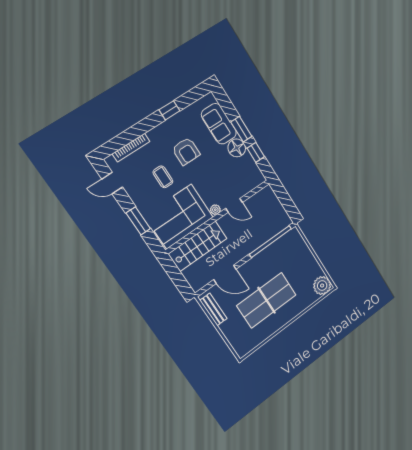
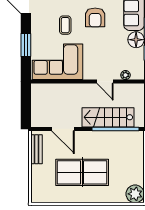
plant: (215, 210) -> (125, 75), moved
stairs: (198, 246) -> (108, 117), moved, turned 180

